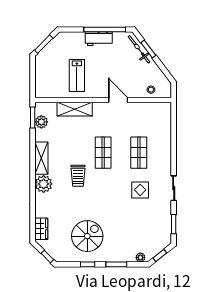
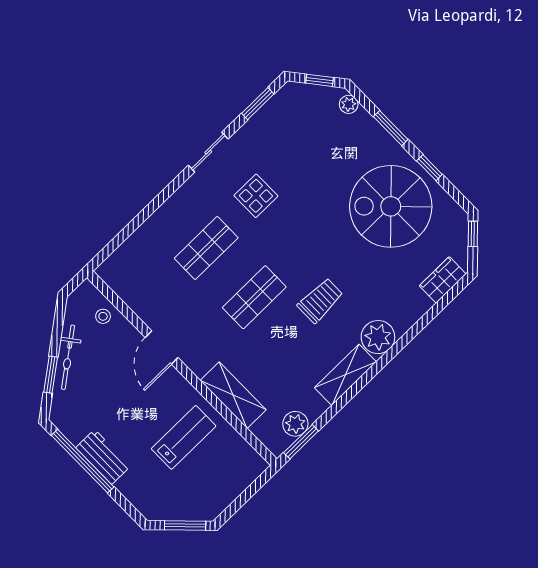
bicycle: (139, 49) -> (68, 357), moved
spiral stairs: (87, 236) -> (391, 206), width x1.37, depth x1.37

